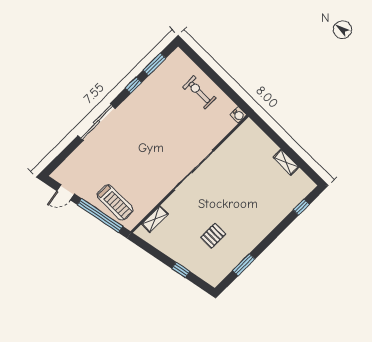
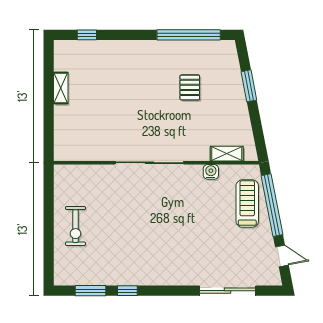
water cooler: (238, 115) -> (211, 172), moved
sliding door: (97, 122) -> (228, 291), moved
pallet: (213, 236) -> (190, 87), turned 90
window: (244, 265) -> (189, 35), width x2.11
window: (181, 270) -> (249, 86), width x1.50

